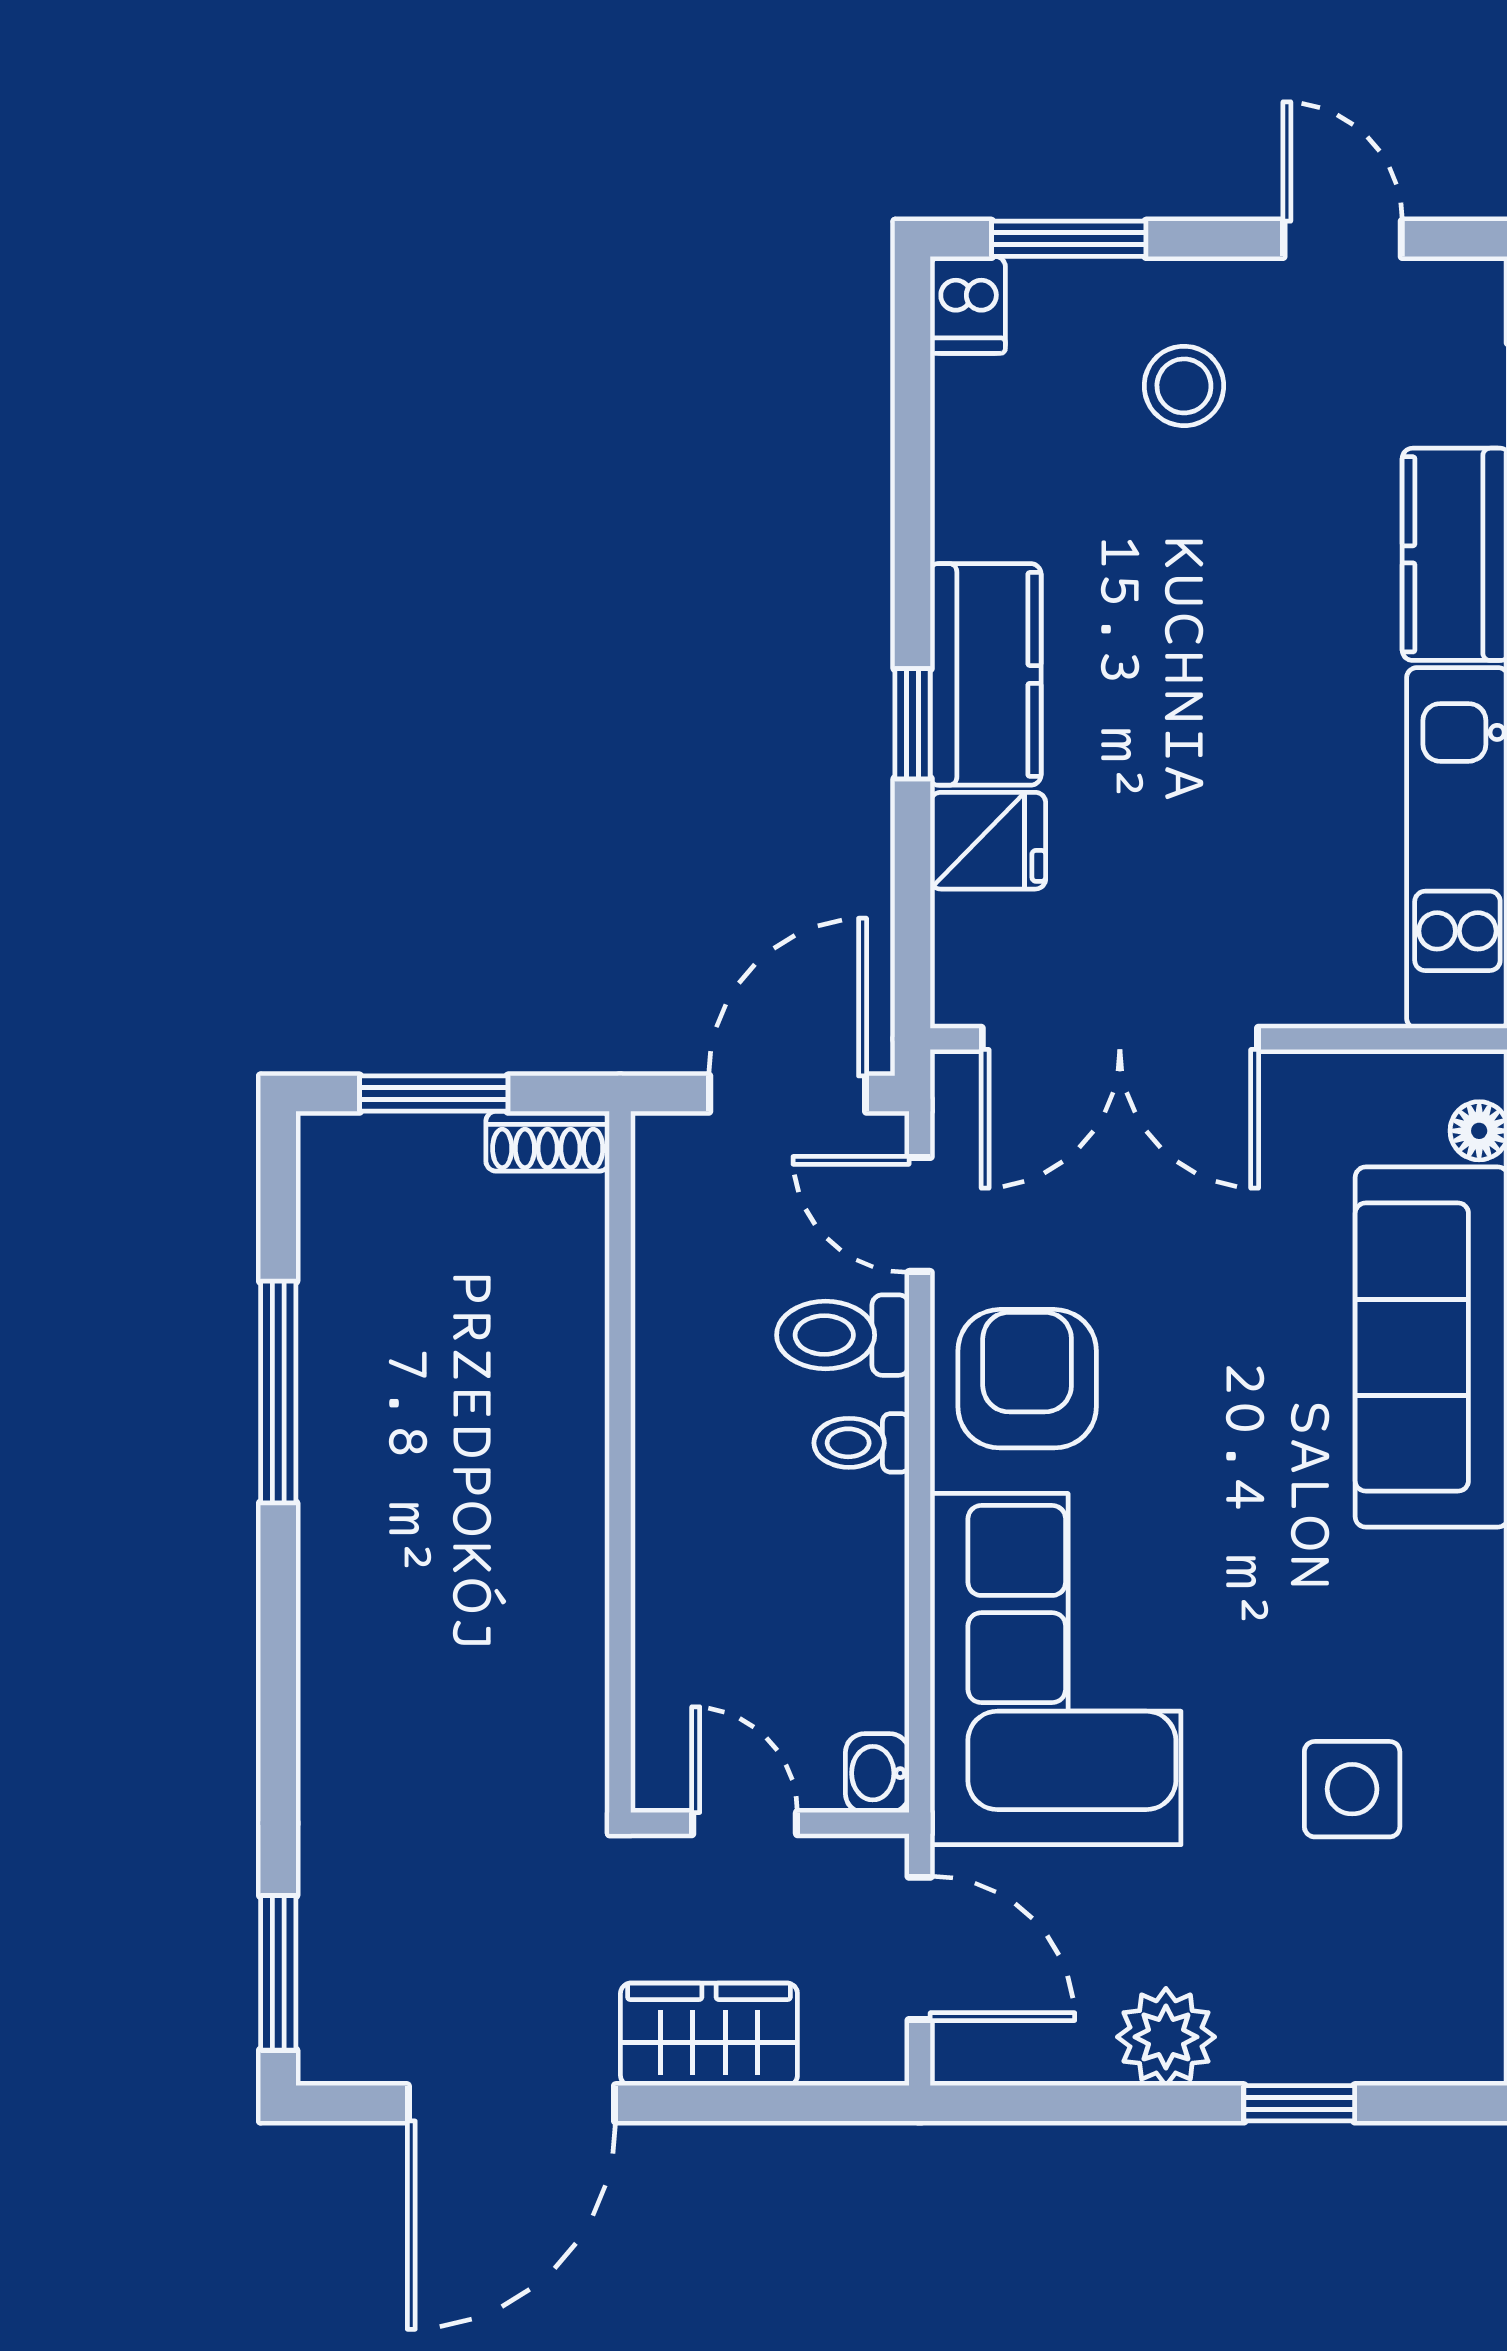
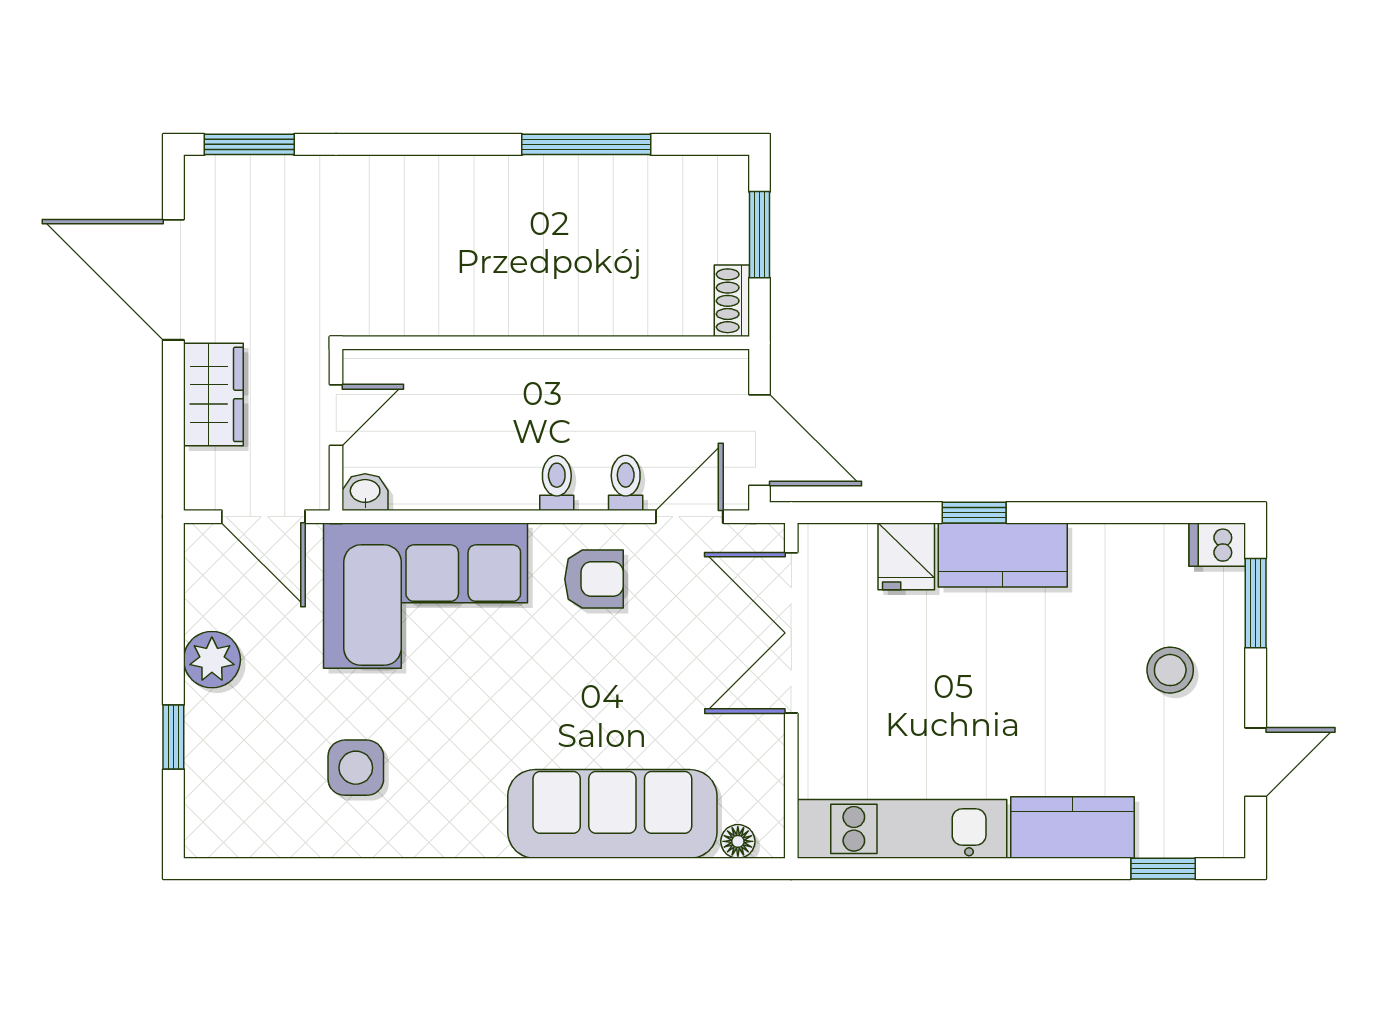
toilet: (843, 1335) -> (626, 483), width x0.73, depth x0.72
armchair: (1027, 1379) -> (594, 579), width x0.72, depth x0.72
door: (920, 1948) -> (263, 517), hinge flipped

